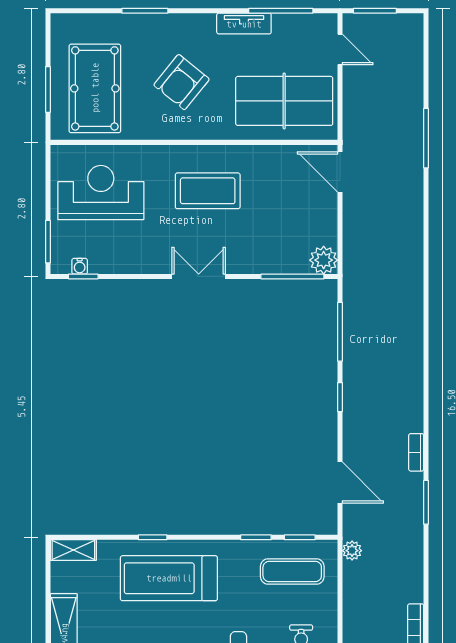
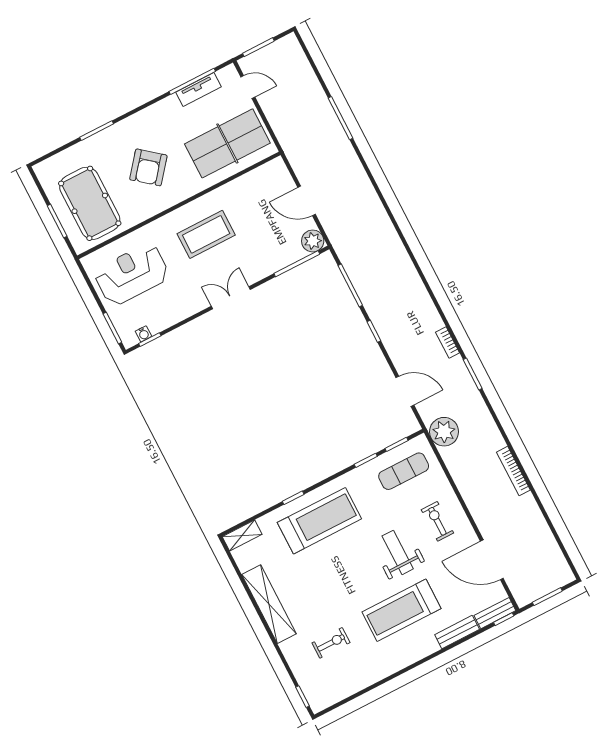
tv unit: (244, 24) -> (198, 89), moved
door: (340, 172) -> (307, 201), moved
plant: (352, 551) -> (444, 432), width x1.87, depth x1.87
treadmill: (169, 578) -> (319, 521), turned 180

